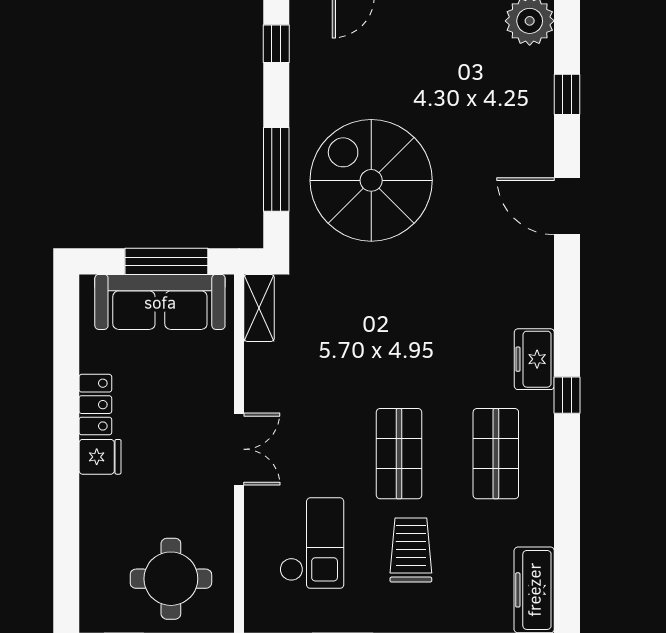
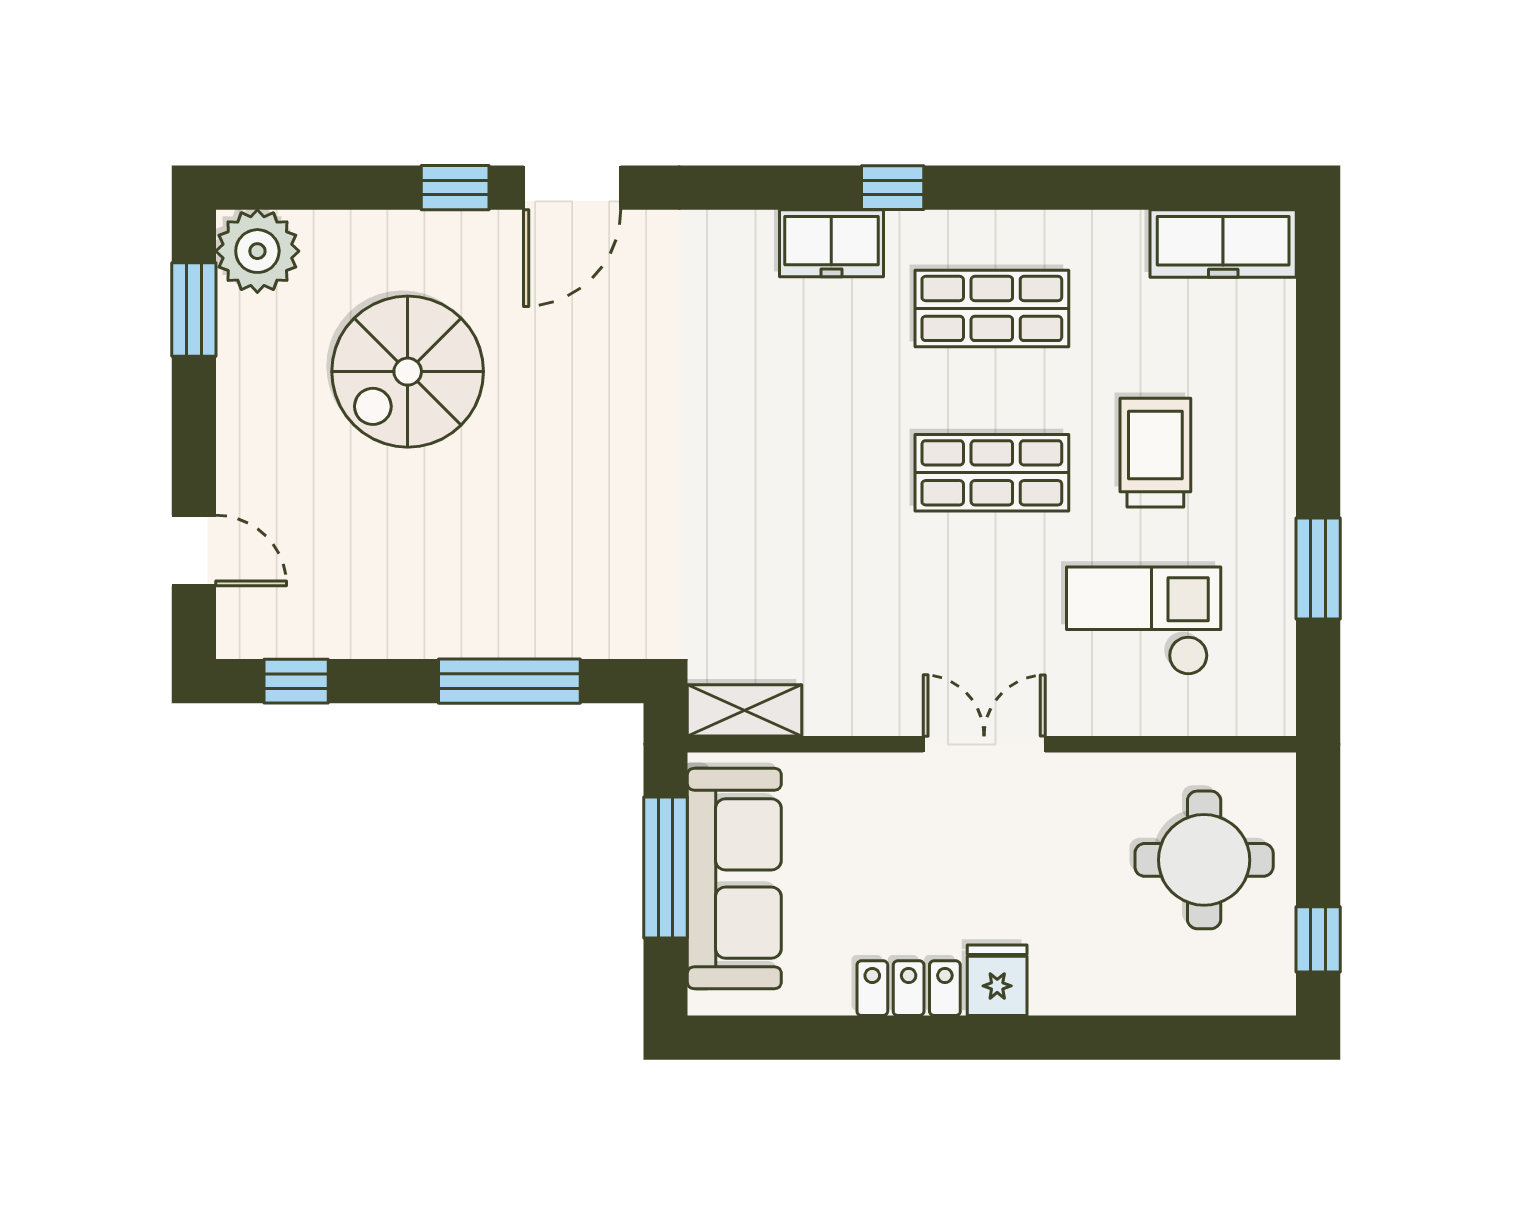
window: (567, 94) -> (455, 188), moved
spiral stairs: (371, 180) -> (408, 372), moved, width x0.73, depth x0.73
trolley: (411, 550) -> (1155, 453), turned 90

